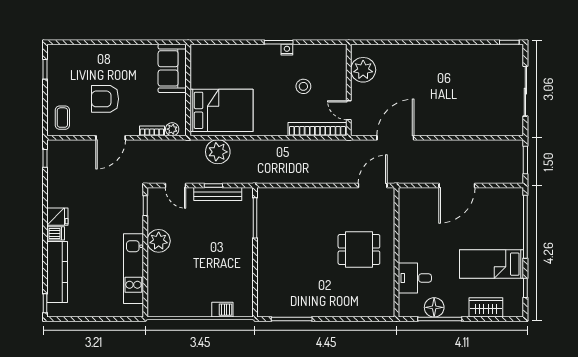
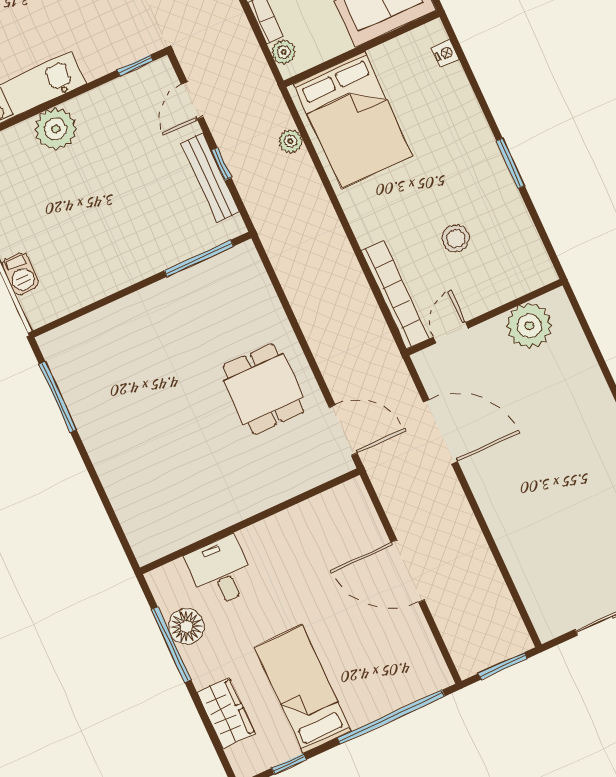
nightstand: (287, 50) -> (445, 53), moved
plant: (218, 152) -> (290, 141), width x0.53, depth x0.53
plant: (159, 241) -> (56, 129), moved
dining table: (359, 250) -> (263, 389), moved

